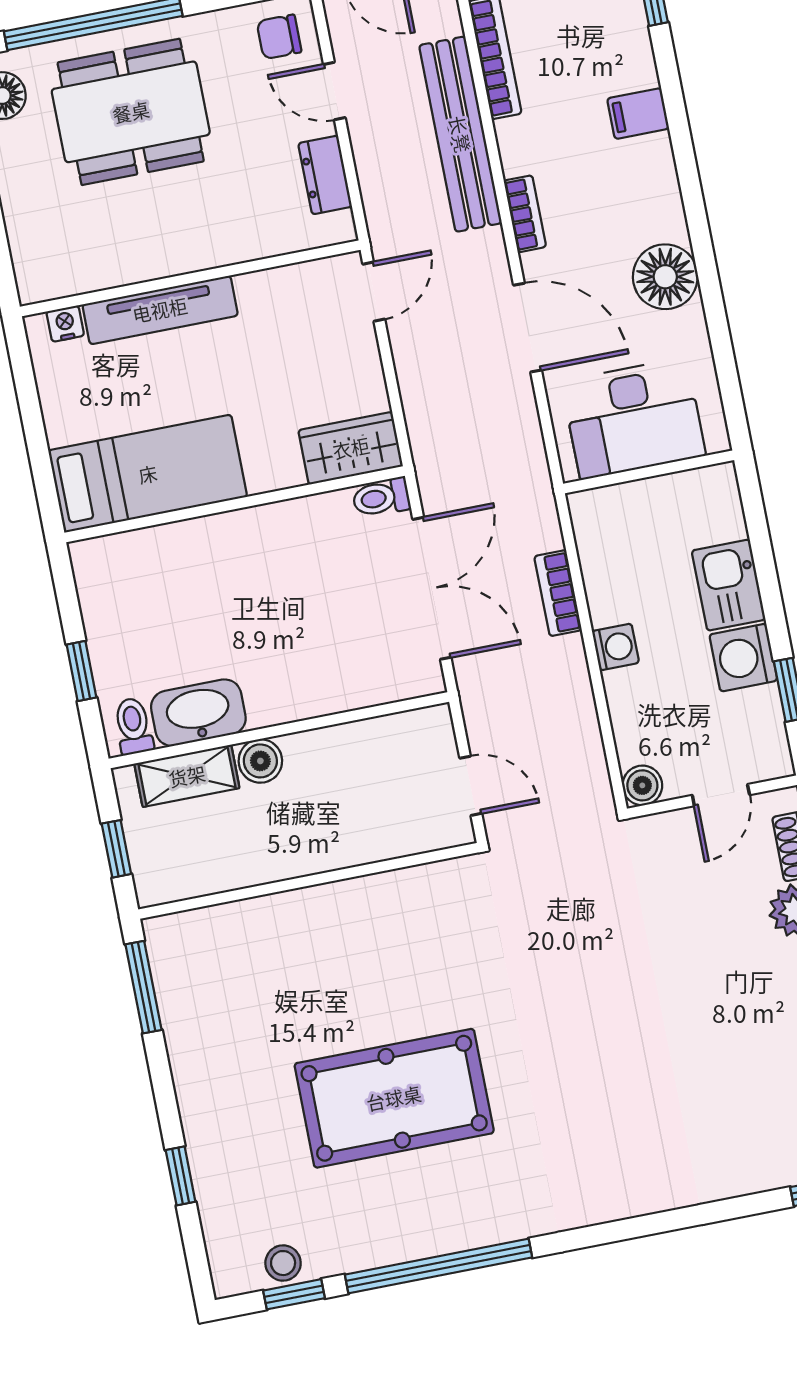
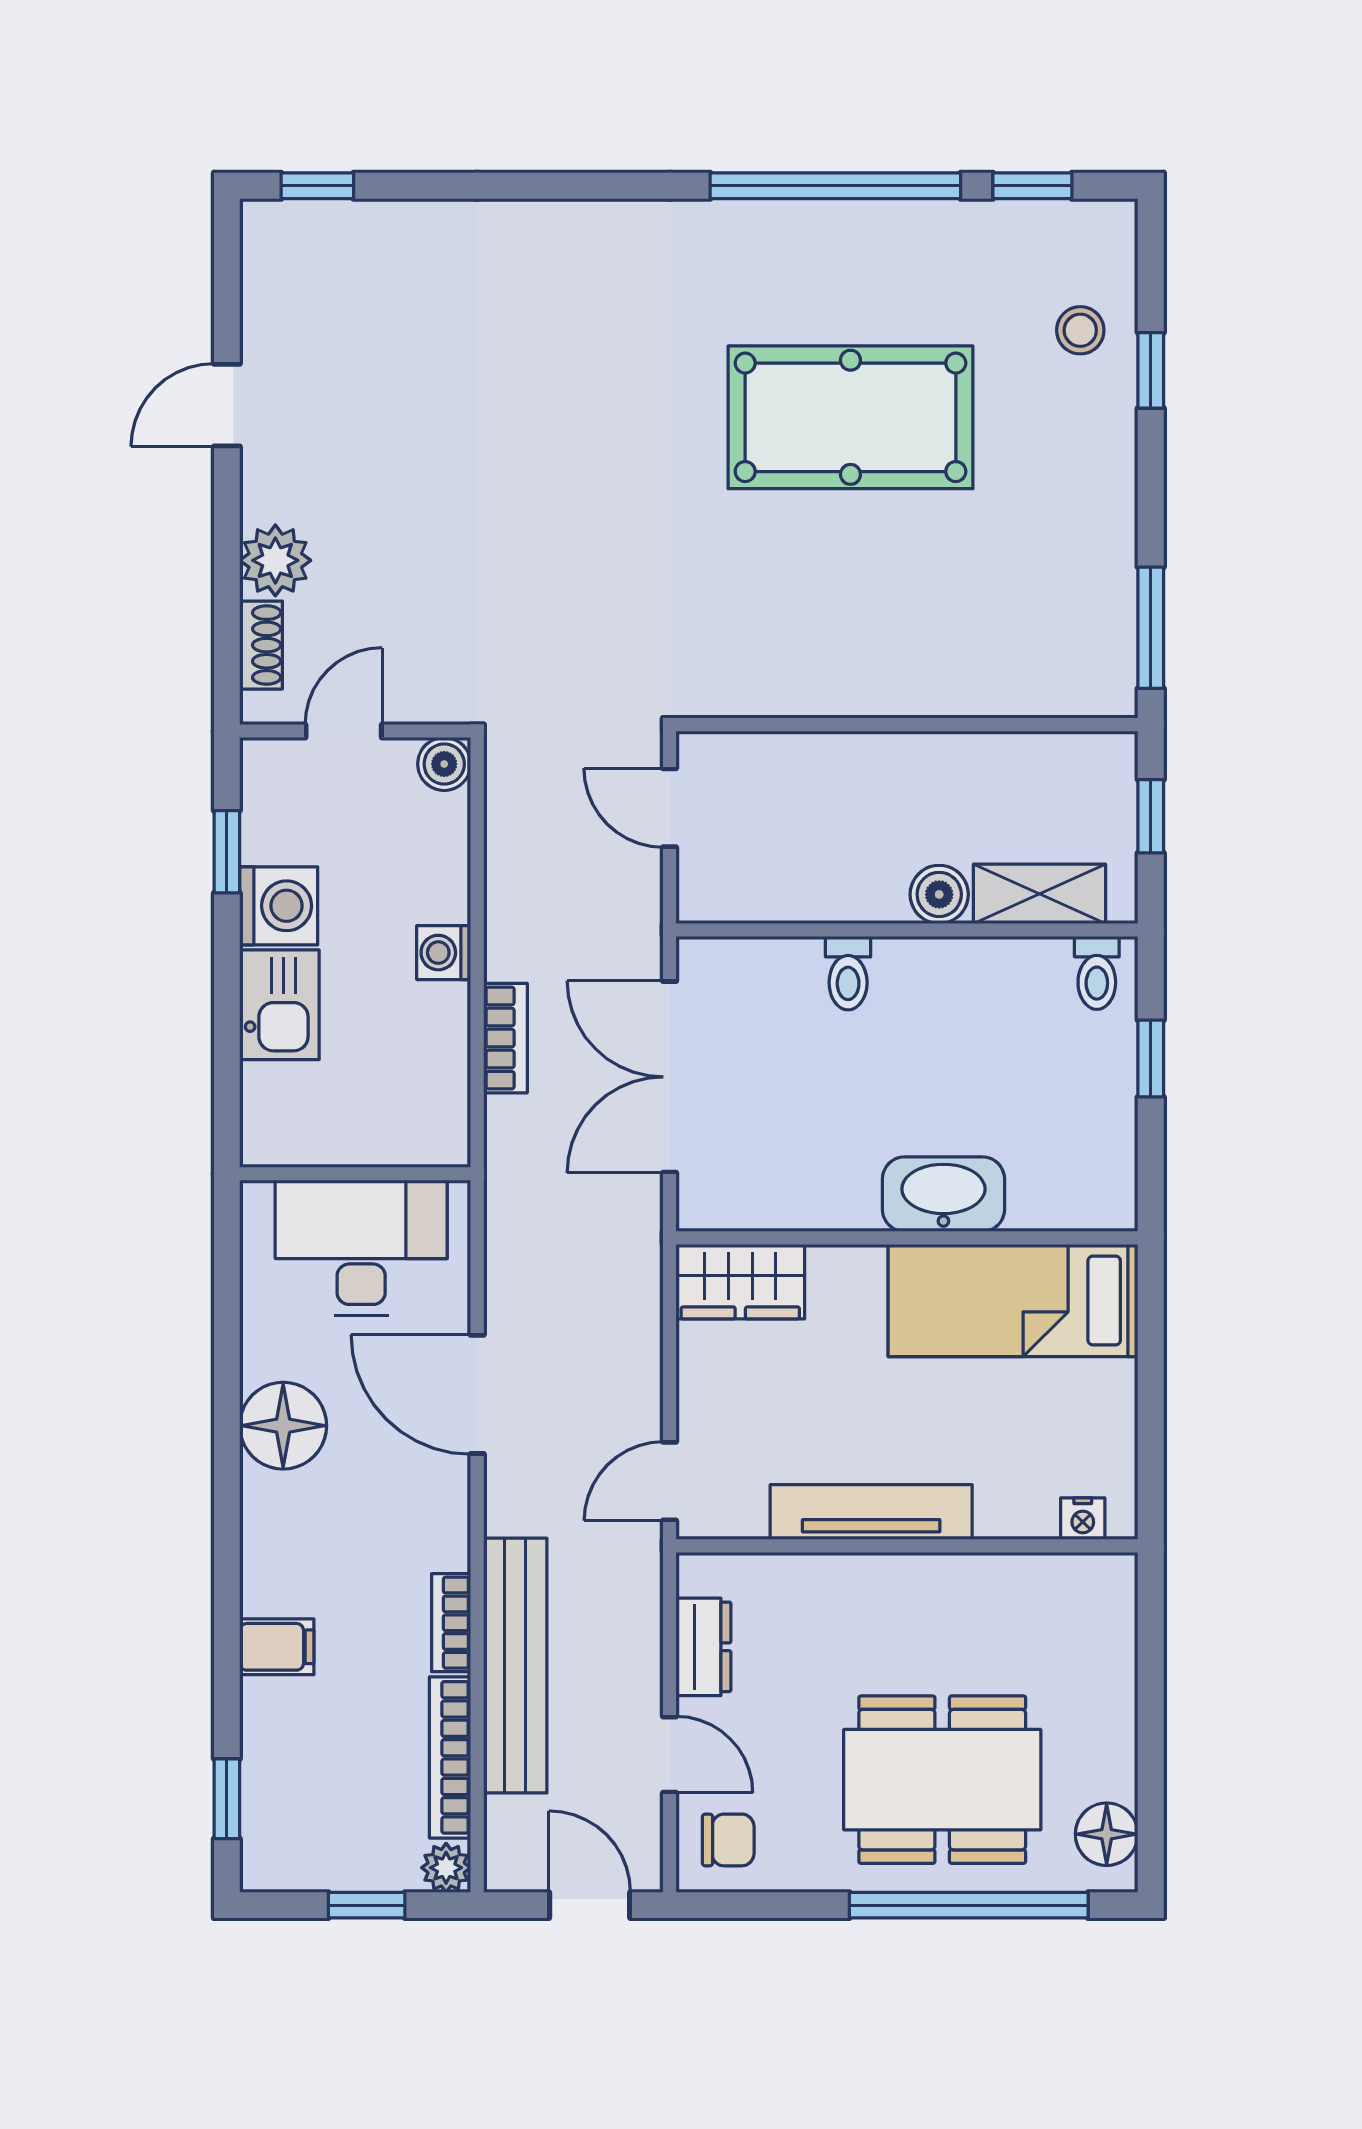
bookcase: (525, 214) -> (451, 1623), moved
tv unit: (160, 310) -> (871, 1512), moved
toilet: (381, 498) -> (848, 973), moved, turned 90
washbasin: (198, 713) -> (943, 1194), moved, turned 180
stool: (283, 1263) -> (1080, 330), moved

